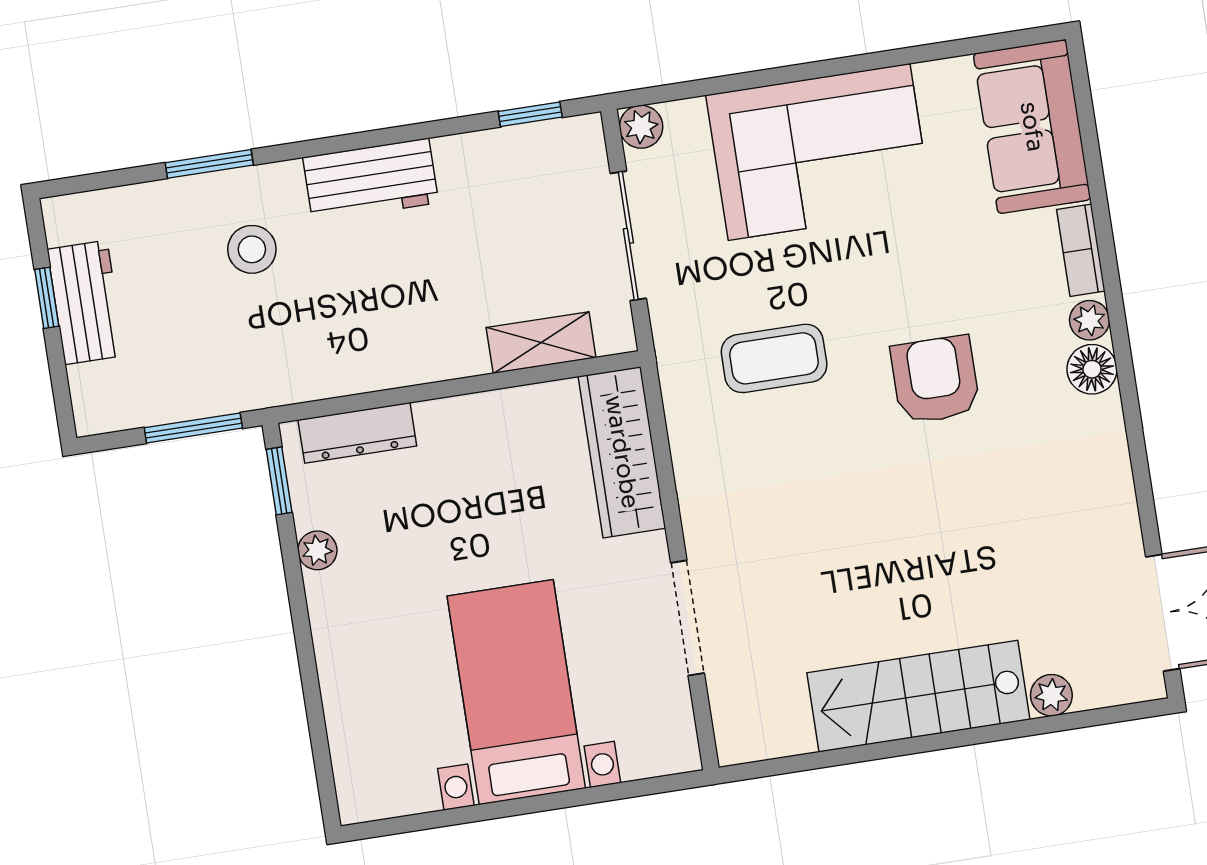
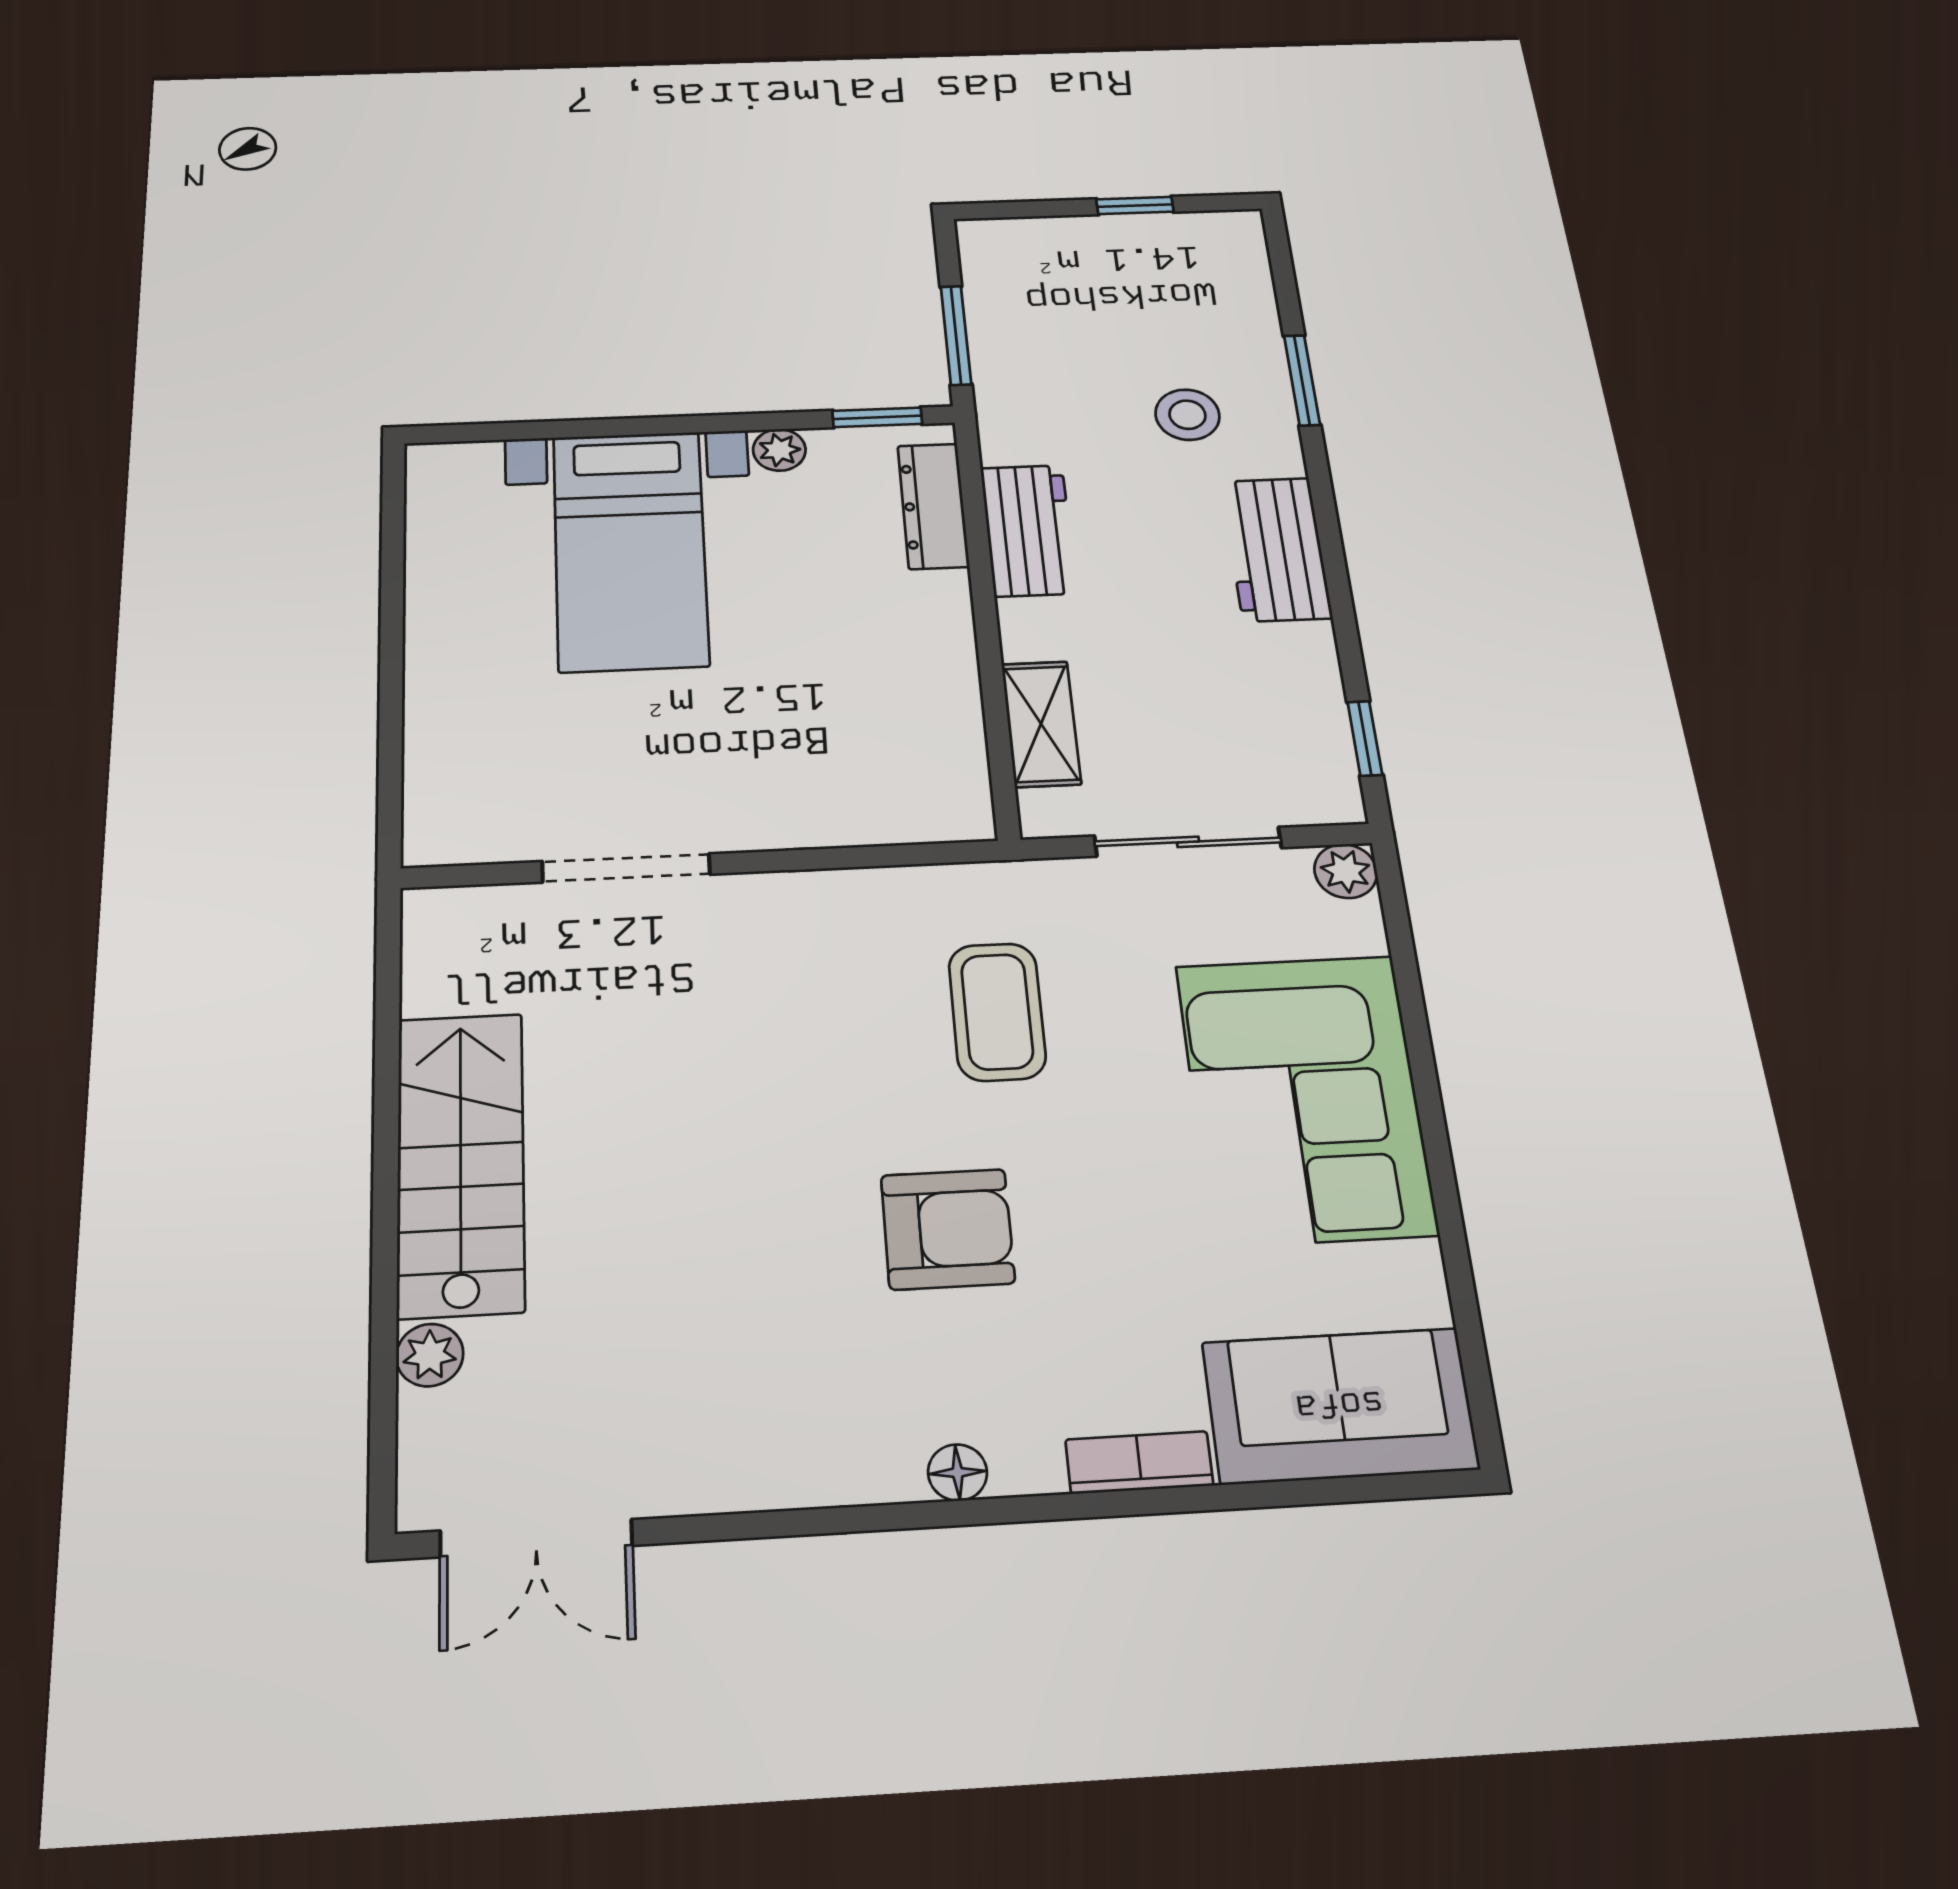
workbench: (86, 302) -> (1028, 530), moved, turned -90
plant: (1090, 320) -> (1025, 1466), removed
floor lamp: (1092, 369) -> (958, 1472), width x0.73, depth x0.73
wardrobe: (622, 452) -> (876, 807), removed
bed with nightstands: (516, 692) -> (630, 550), moved, turned 90

